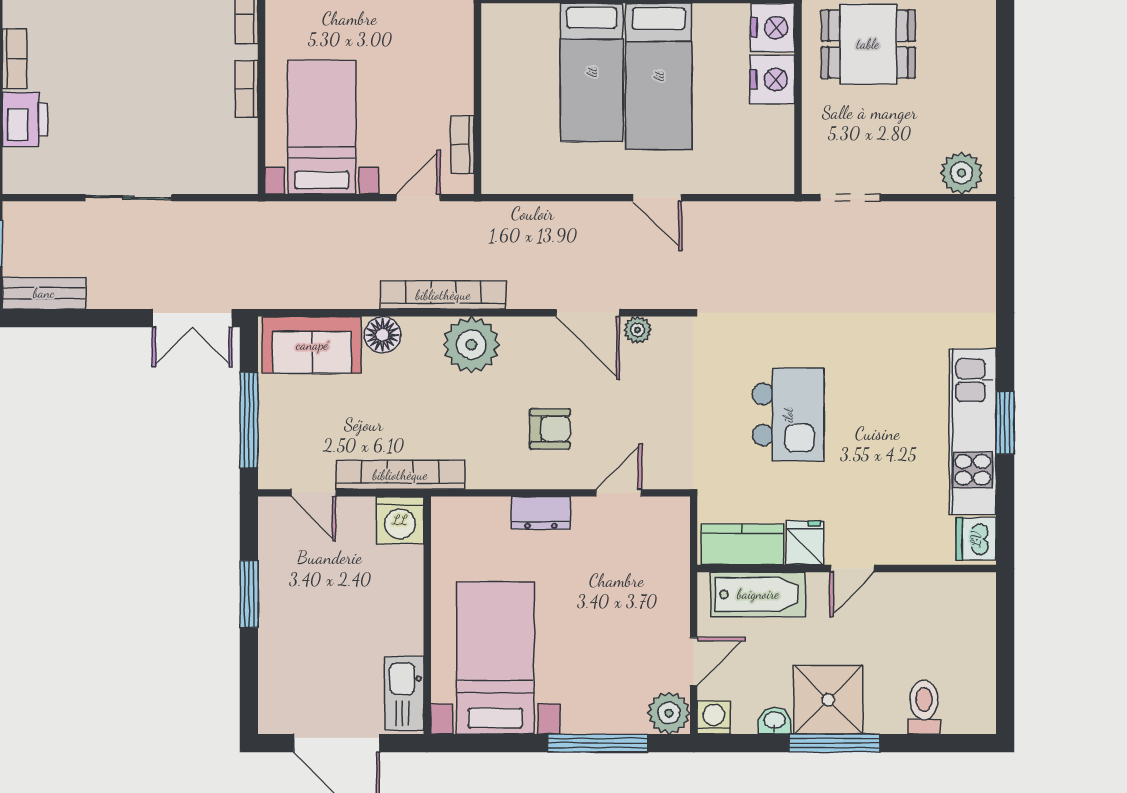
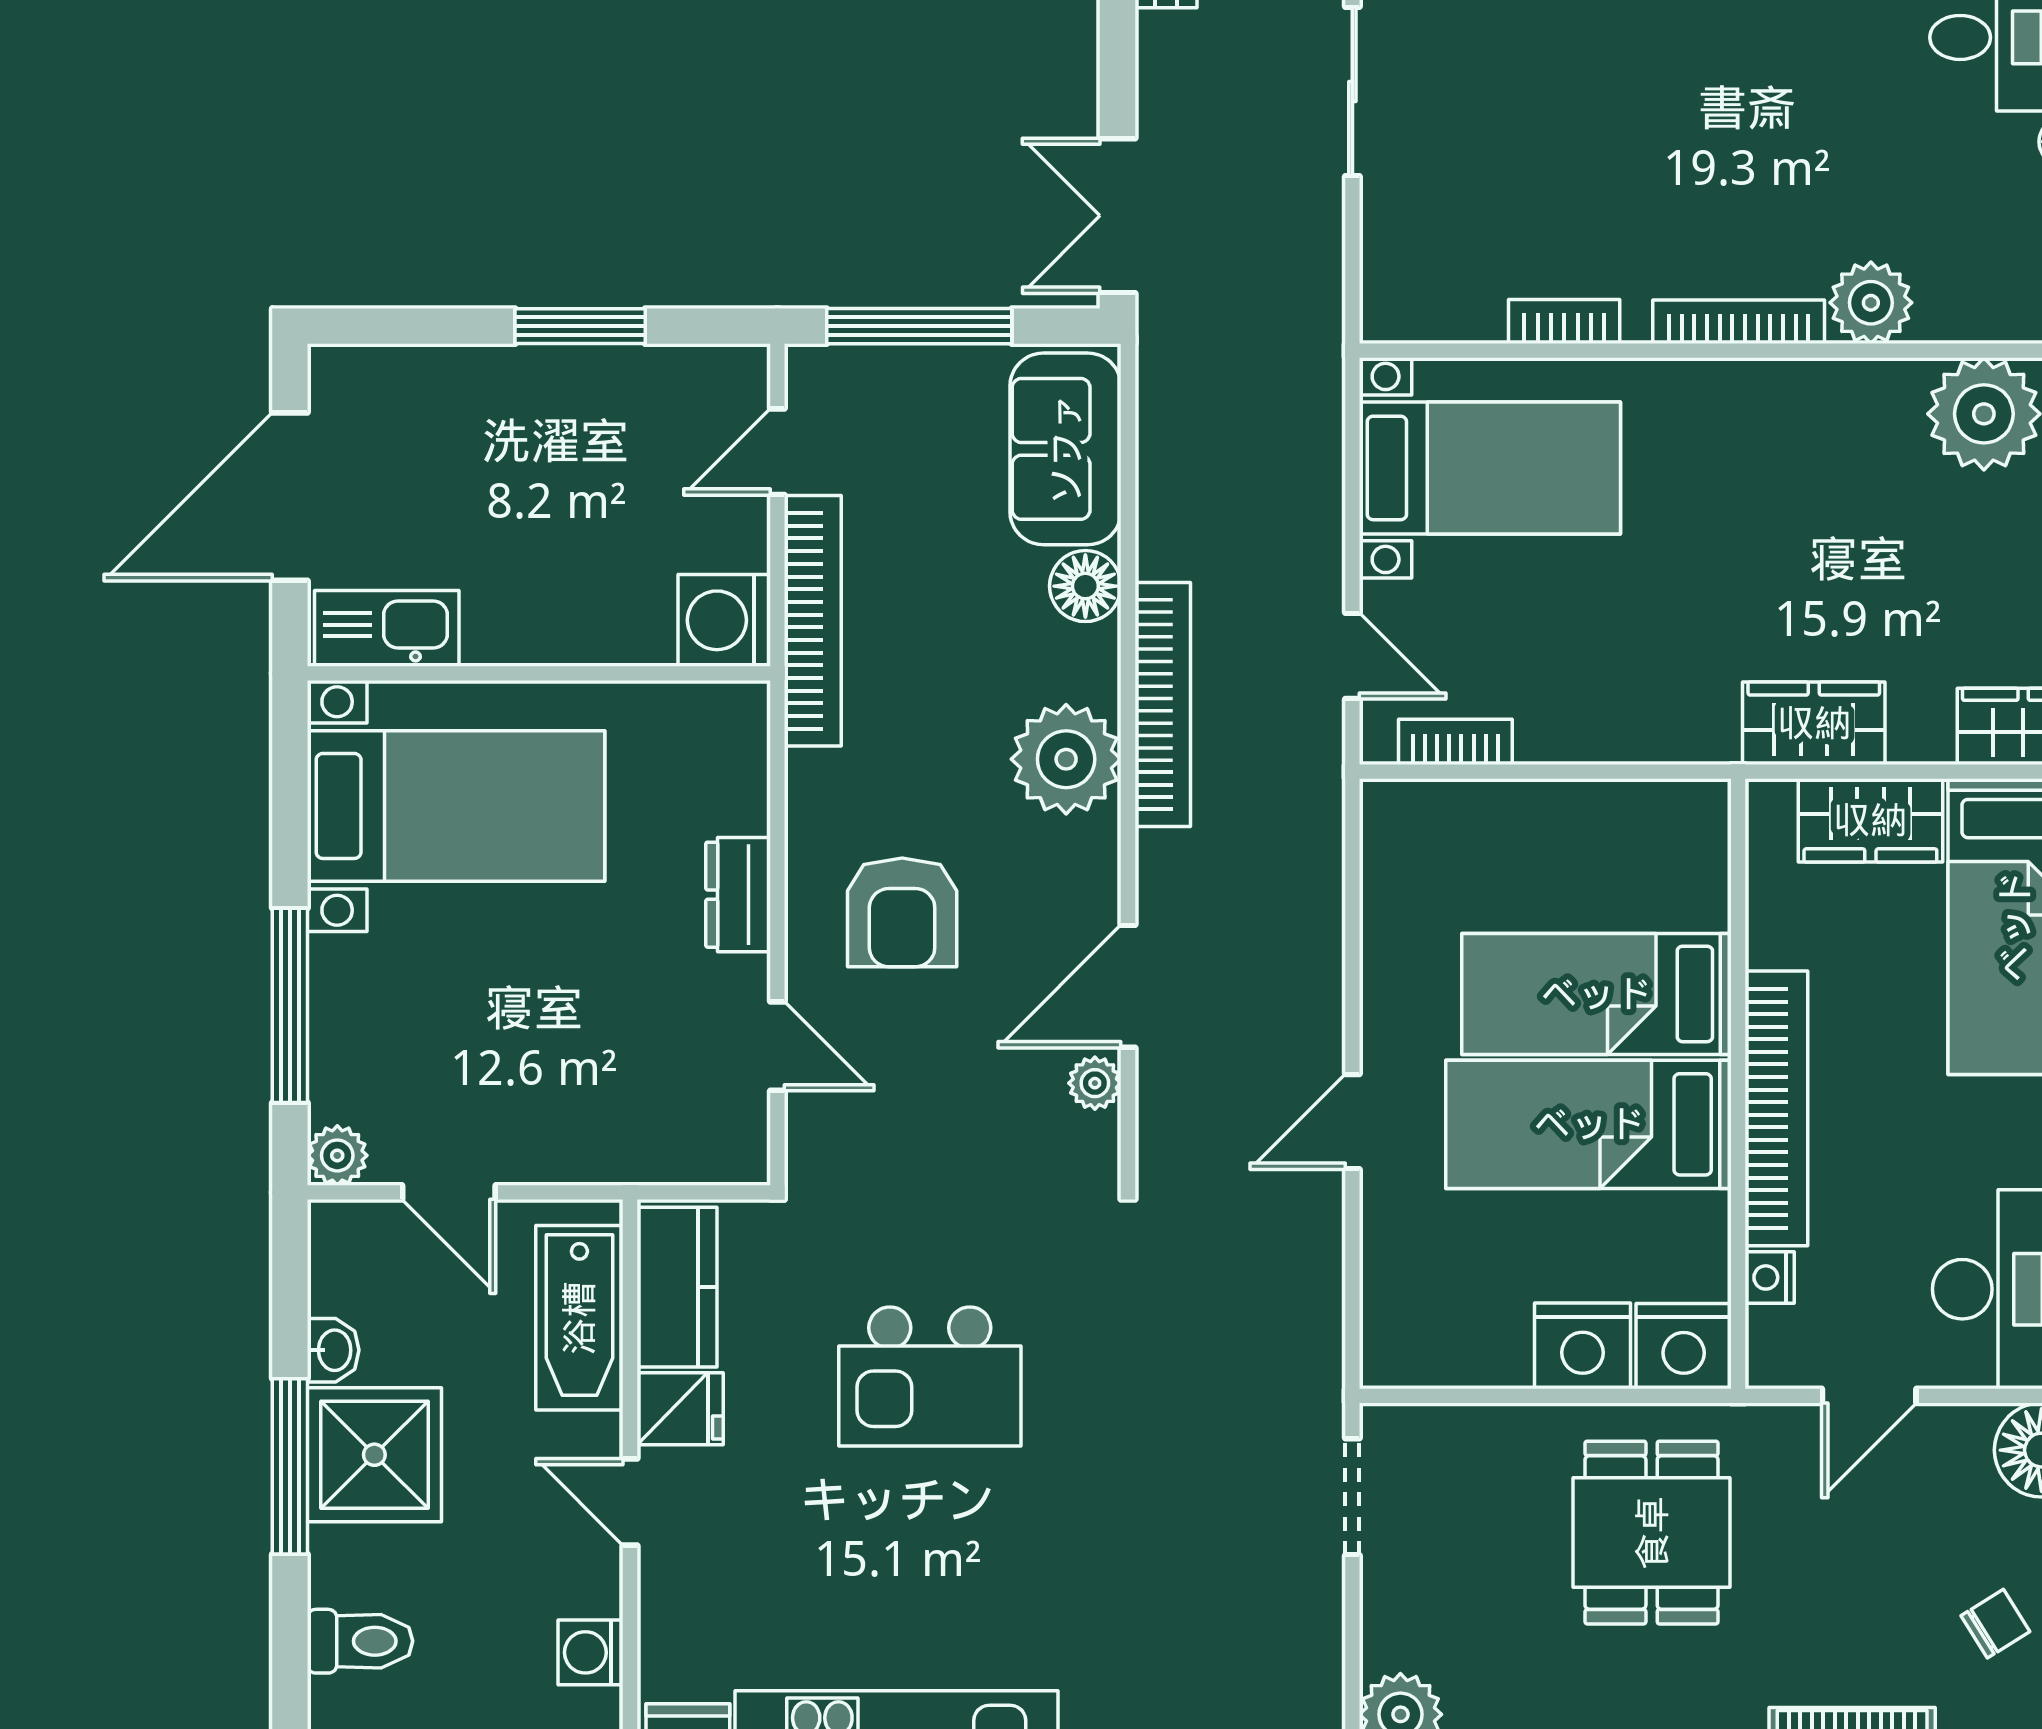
armchair: (550, 429) -> (902, 912), width x1.38, depth x1.38
plant: (669, 713) -> (337, 1155), width x0.73, depth x0.73
washing machine: (714, 717) -> (591, 1652), moved, turned 180

